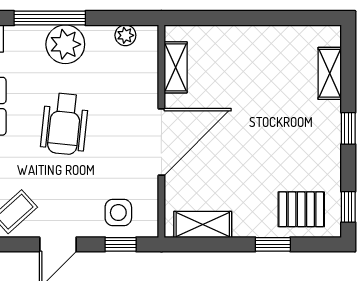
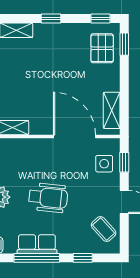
door: (161, 142) -> (74, 136), moved
window: (273, 244) -> (124, 44), moved

